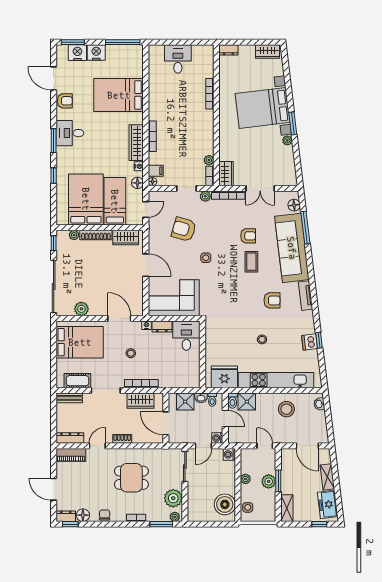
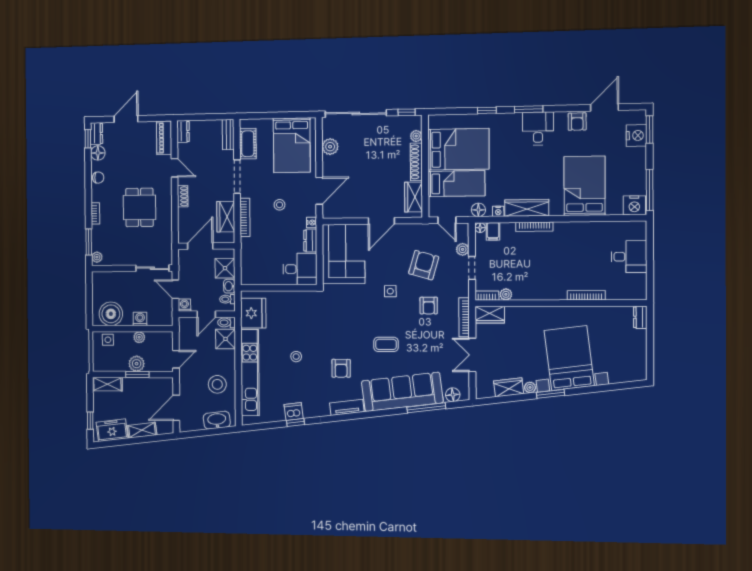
wardrobe: (267, 51) -> (509, 387), moved, turned 83
nightstand: (96, 53) -> (634, 205), moved, turned 90
plant: (205, 196) -> (463, 249), moved
armchair: (248, 236) -> (429, 306), moved
washbasin: (319, 404) -> (217, 420), width x1.91, depth x1.45
dresser: (70, 438) -> (183, 132), width x0.70
washing machine: (229, 454) -> (140, 319), moved
plant: (173, 498) -> (117, 255), removed

